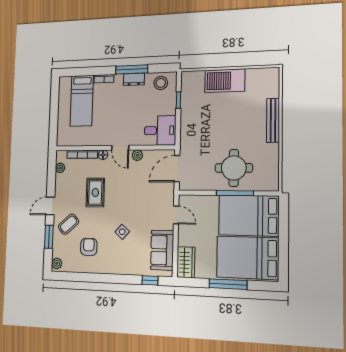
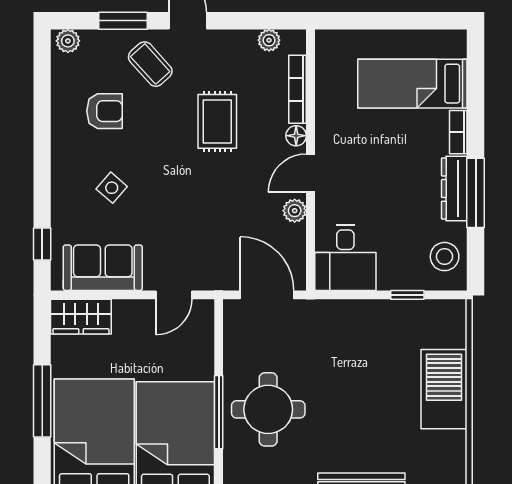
dresser: (134, 79) -> (454, 189), width x1.44
rug: (95, 192) -> (217, 121), turned 90
side table: (122, 232) -> (112, 188), moved

